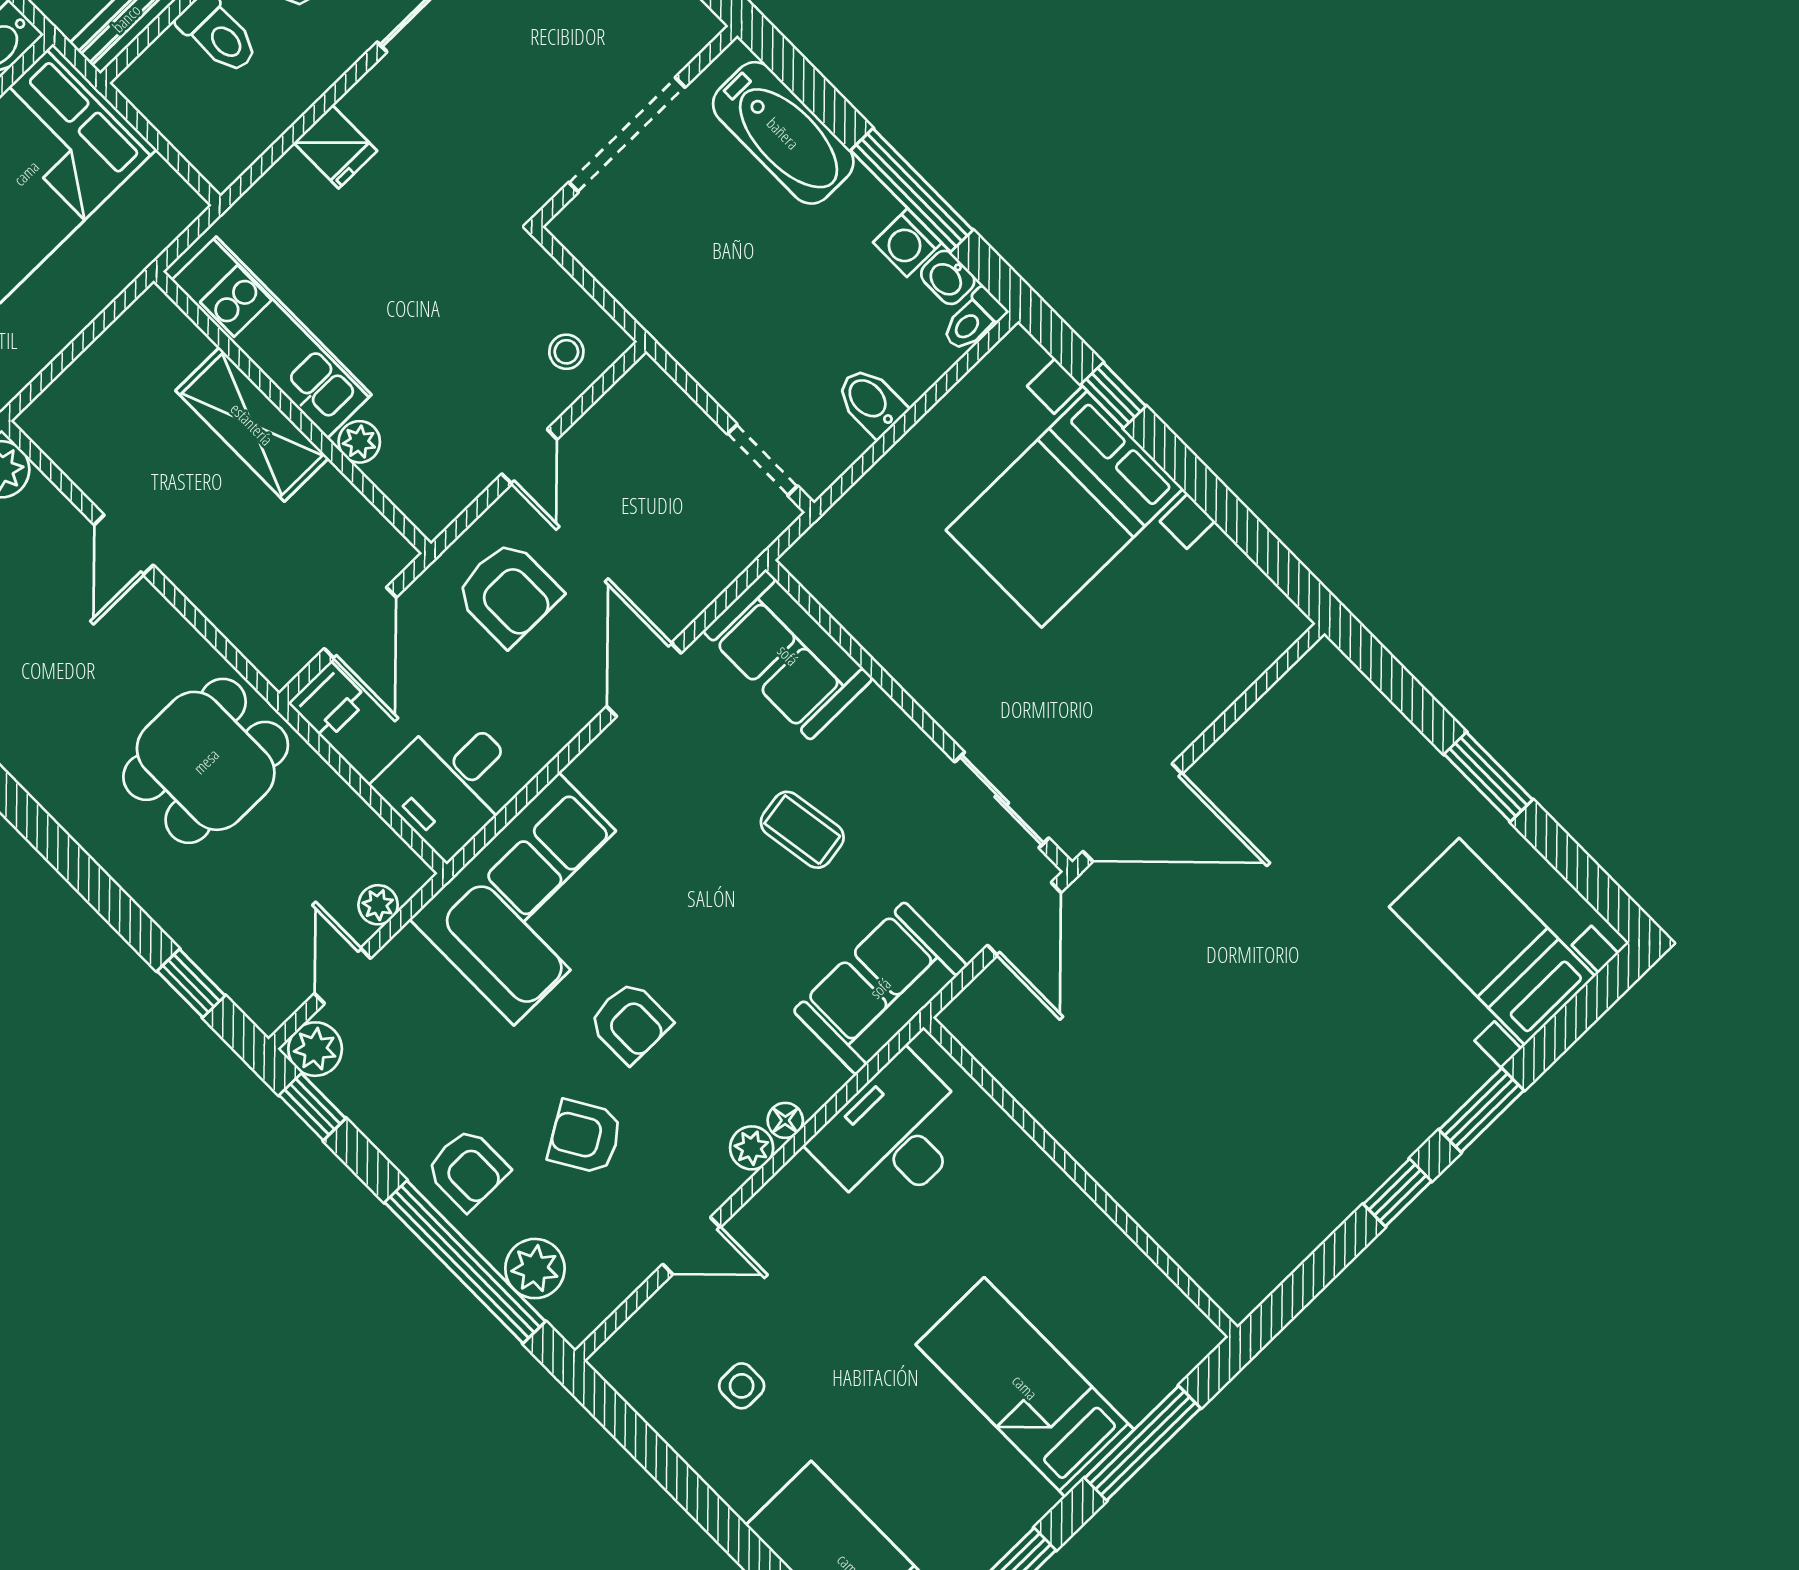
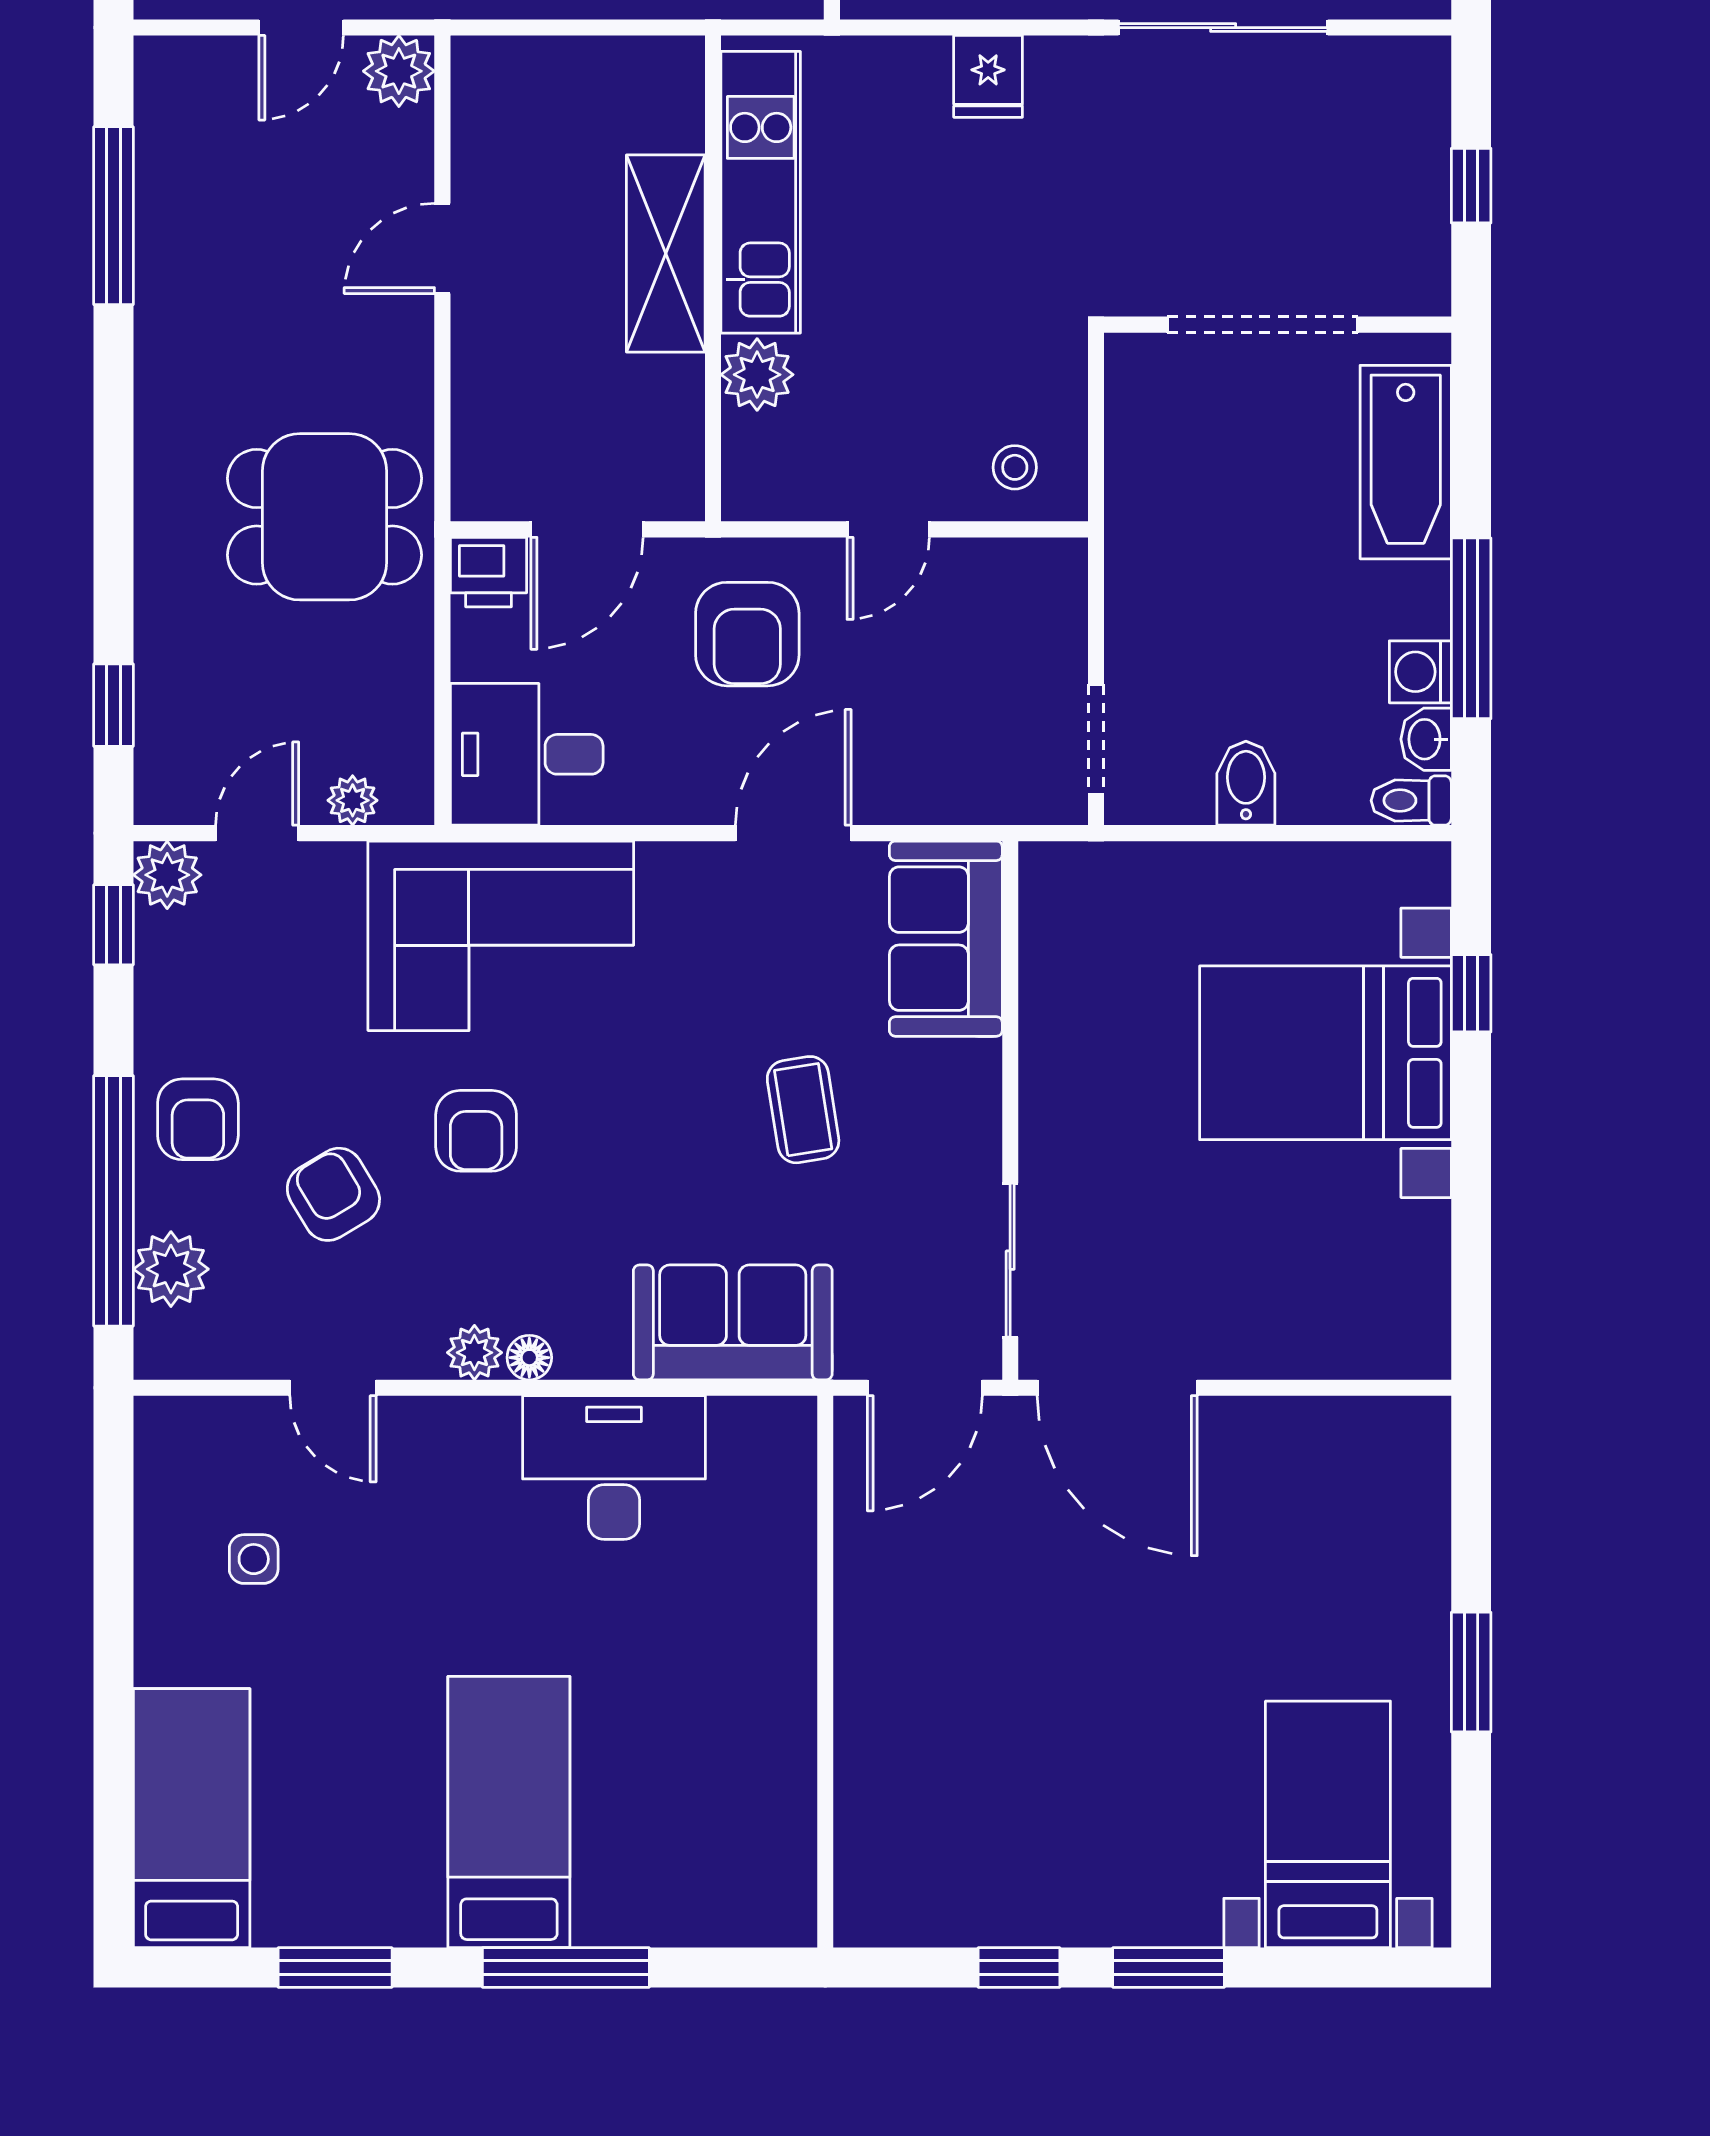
plant: (359, 442) -> (757, 375), width x1.38, depth x1.38
wall: (1081, 1177) -> (825, 1672), moved

